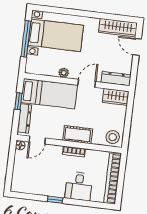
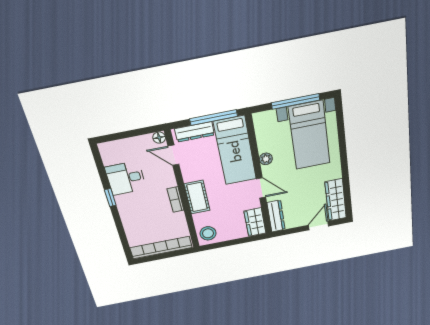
window: (18, 101) -> (214, 117), width x2.17
desk: (79, 186) -> (126, 178), moved

